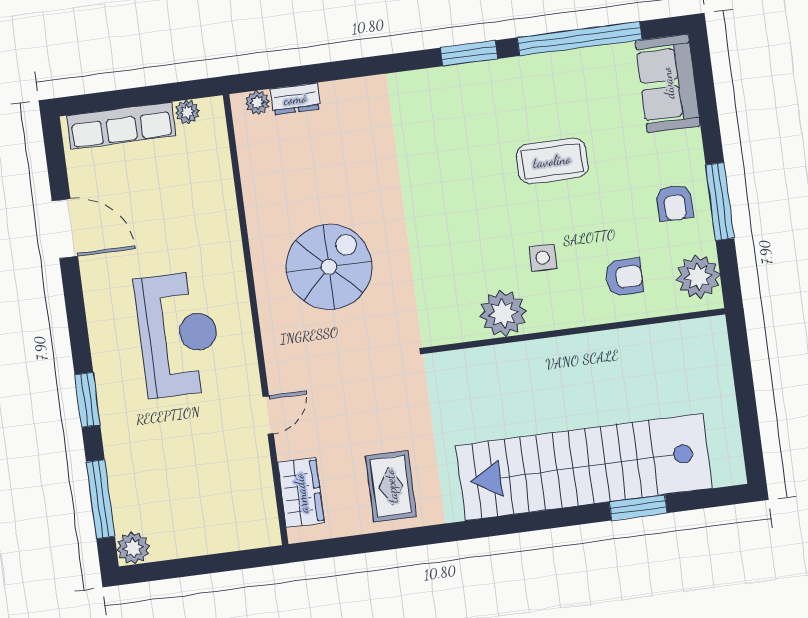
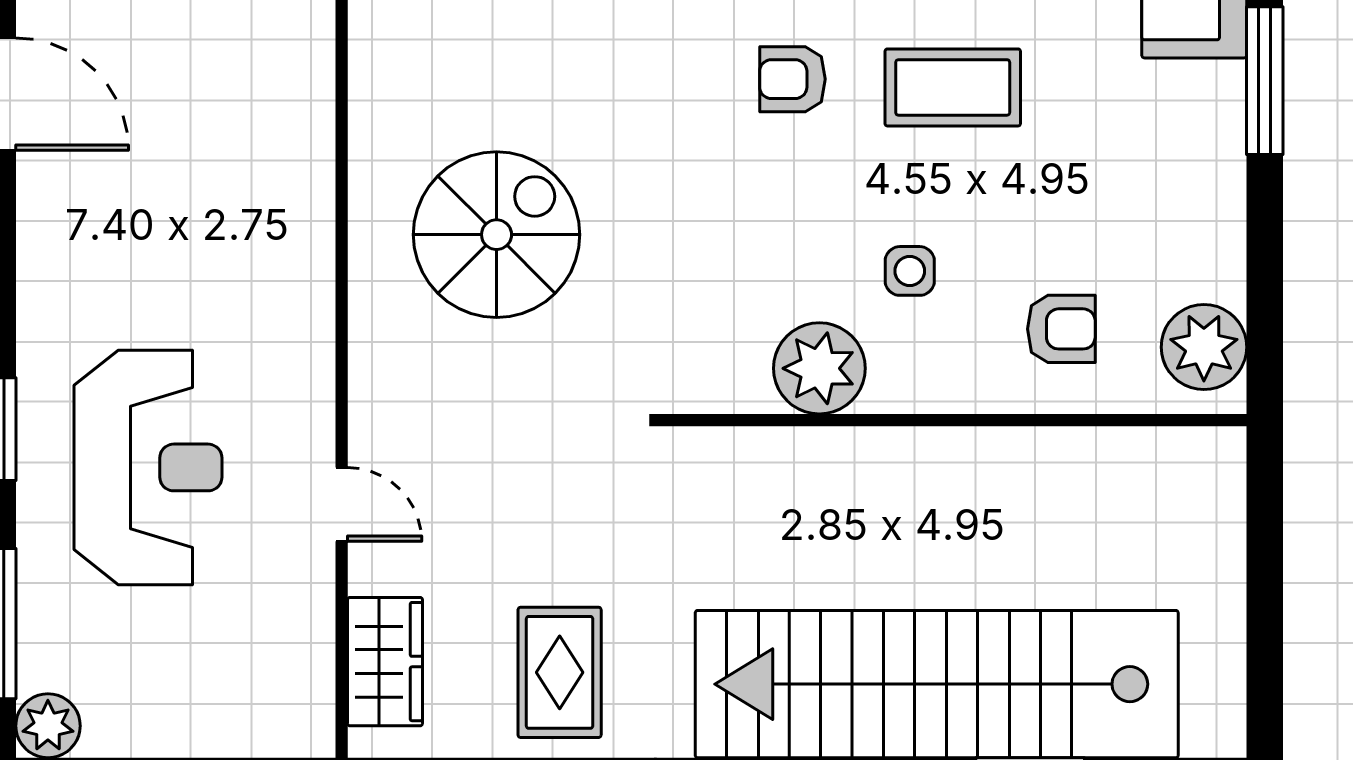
window: (720, 202) -> (1265, 81), moved
armchair: (675, 203) -> (792, 79), moved, turned 90
reception desk: (178, 334) -> (148, 467), moved
door: (268, 415) -> (342, 504), hinge flipped

